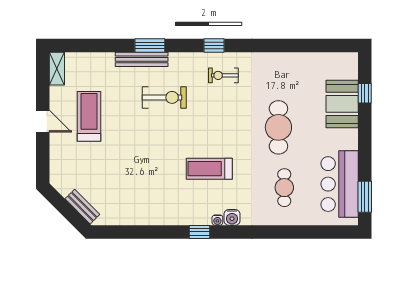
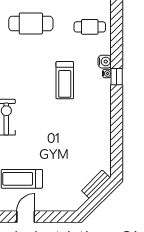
cafe table: (284, 188) -> (90, 27), moved
window: (200, 232) -> (117, 77), moved

